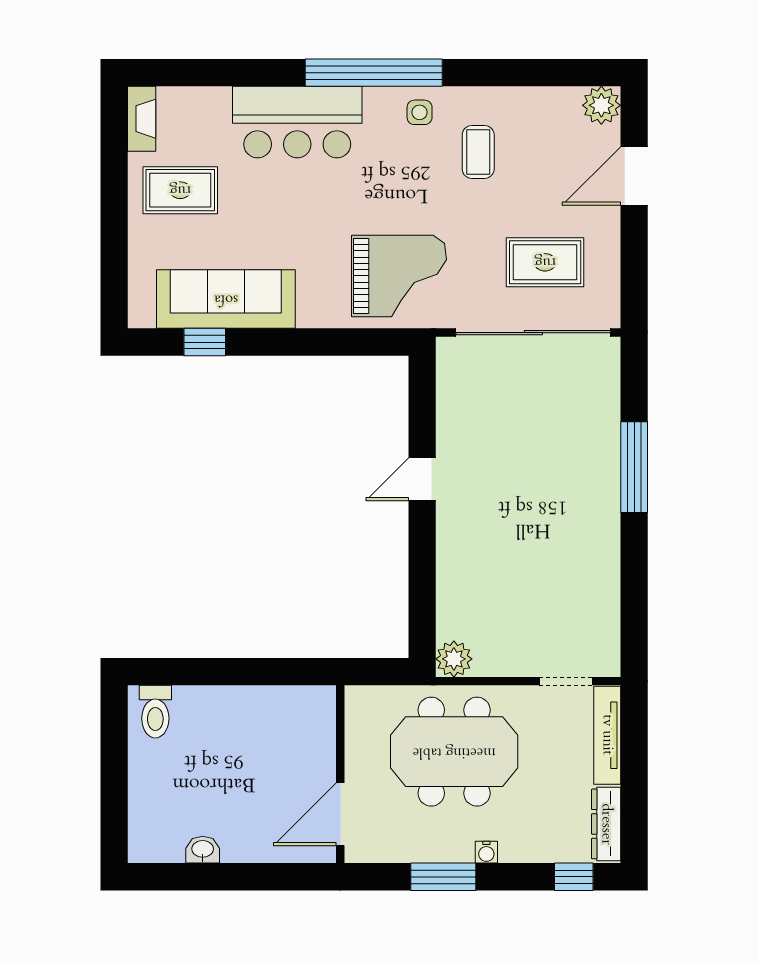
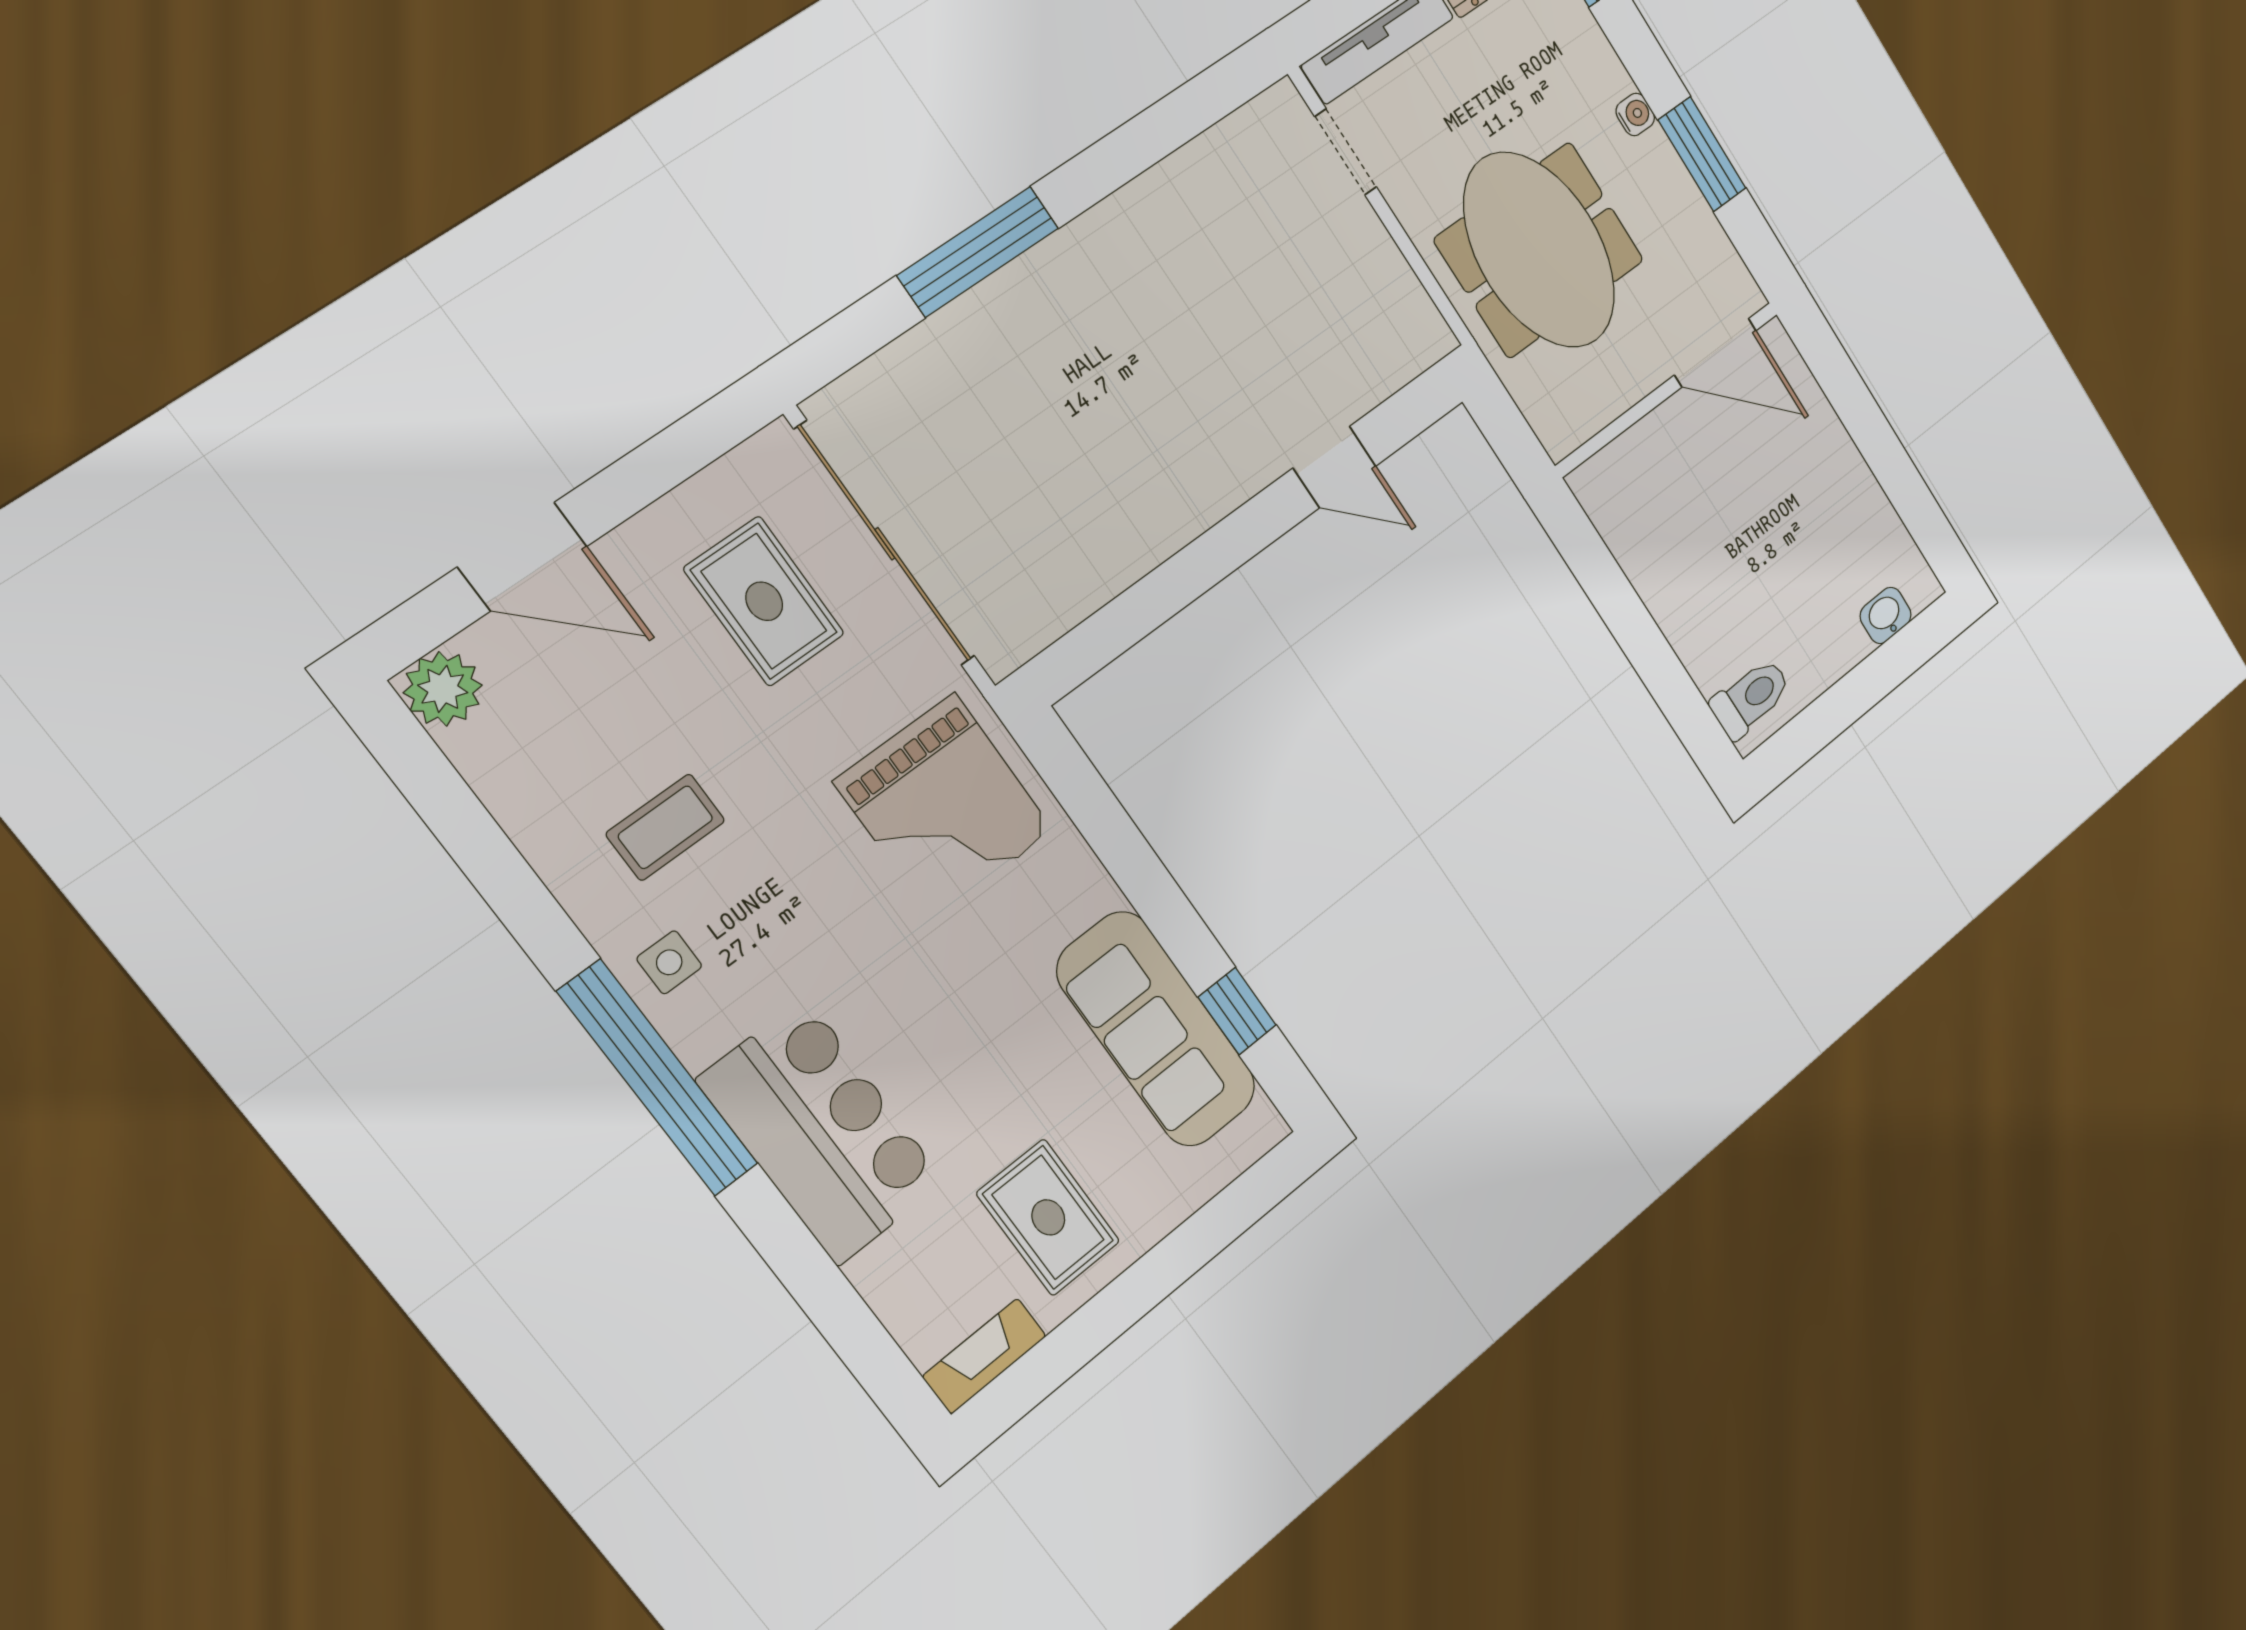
grand piano: (399, 276) -> (944, 806), turned 180
door: (422, 479) -> (1334, 467), moved
plant: (454, 659) -> (1422, 336), removed
washbasin: (203, 850) -> (1886, 615), moved, turned 90

